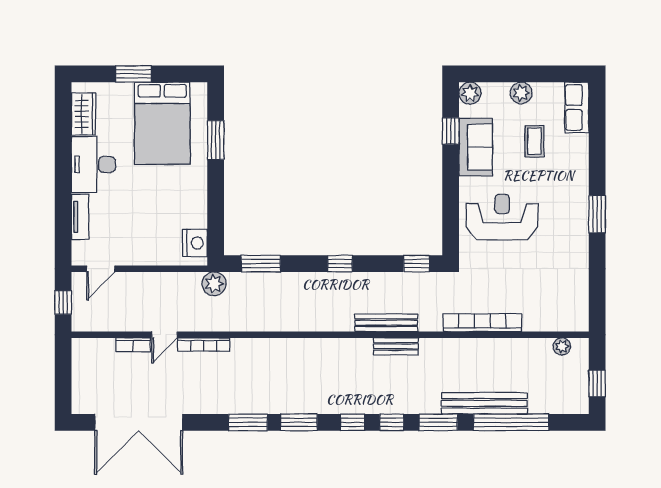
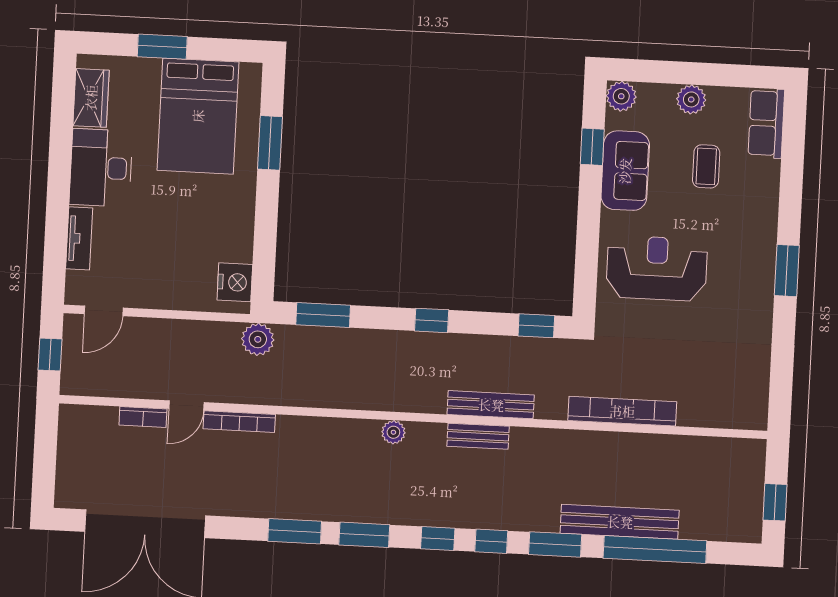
bench: (396, 346) -> (478, 436), moved
plant: (562, 346) -> (393, 432), moved

